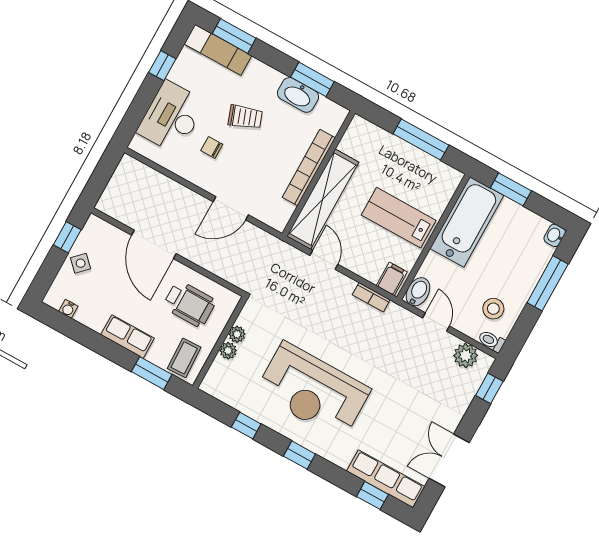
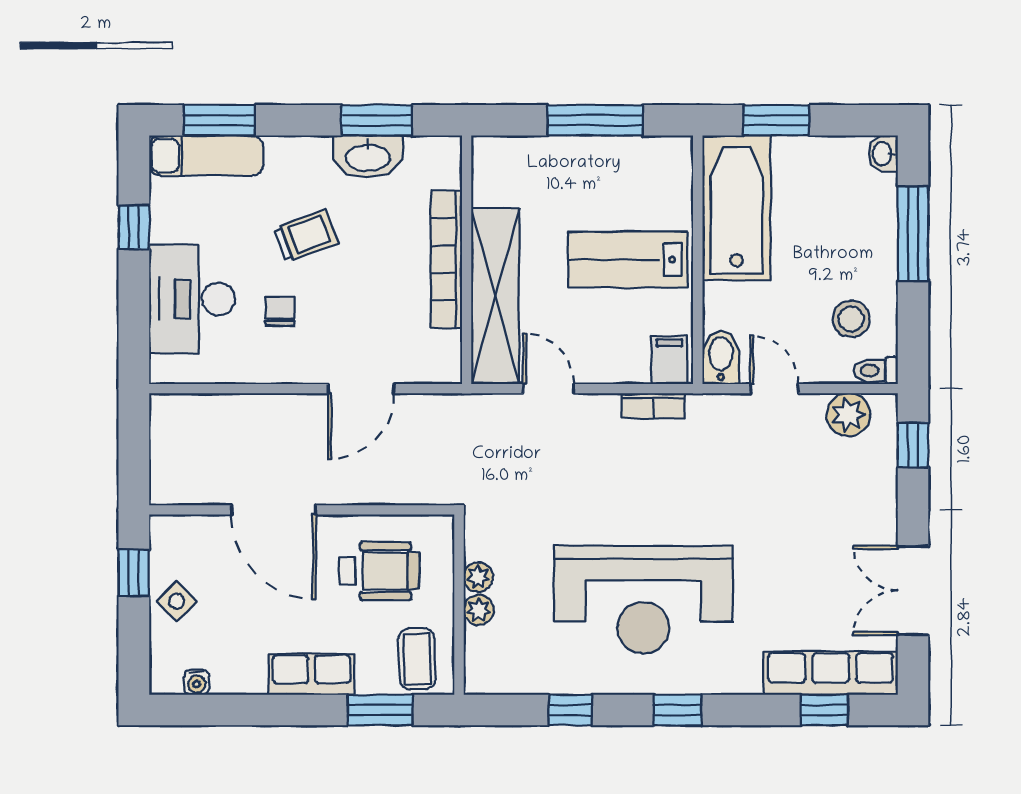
chair: (212, 147) -> (280, 311), turned 90

